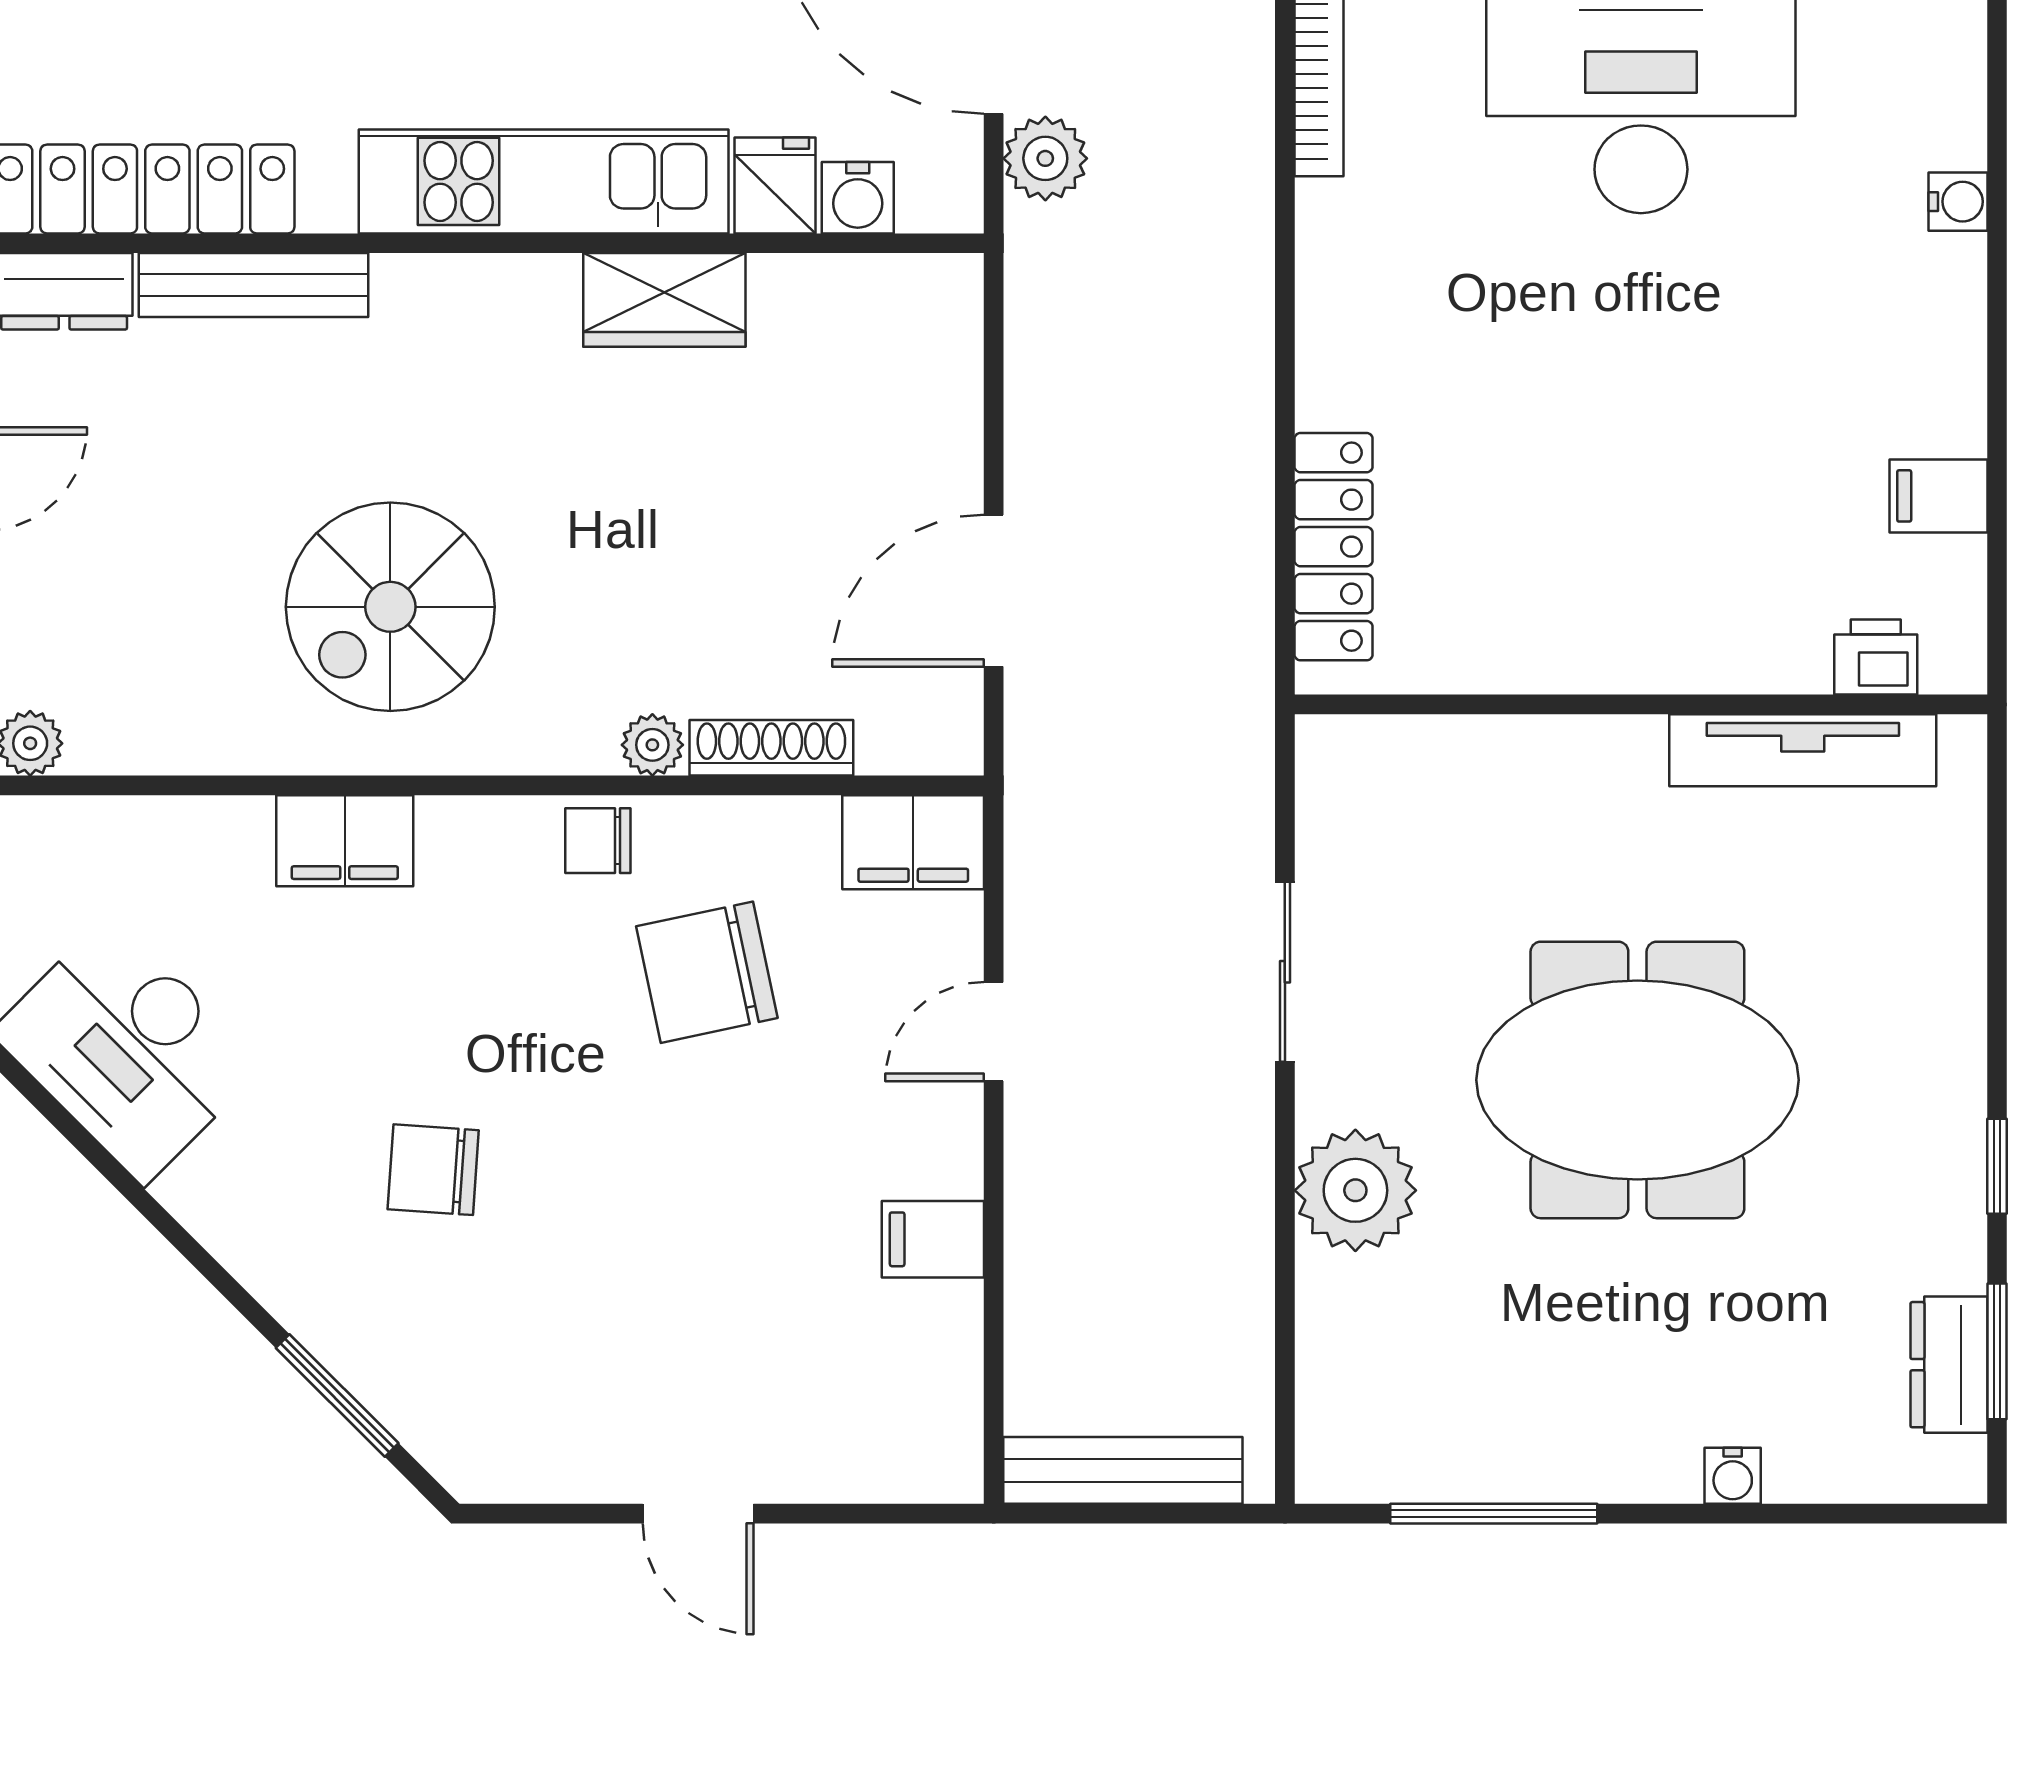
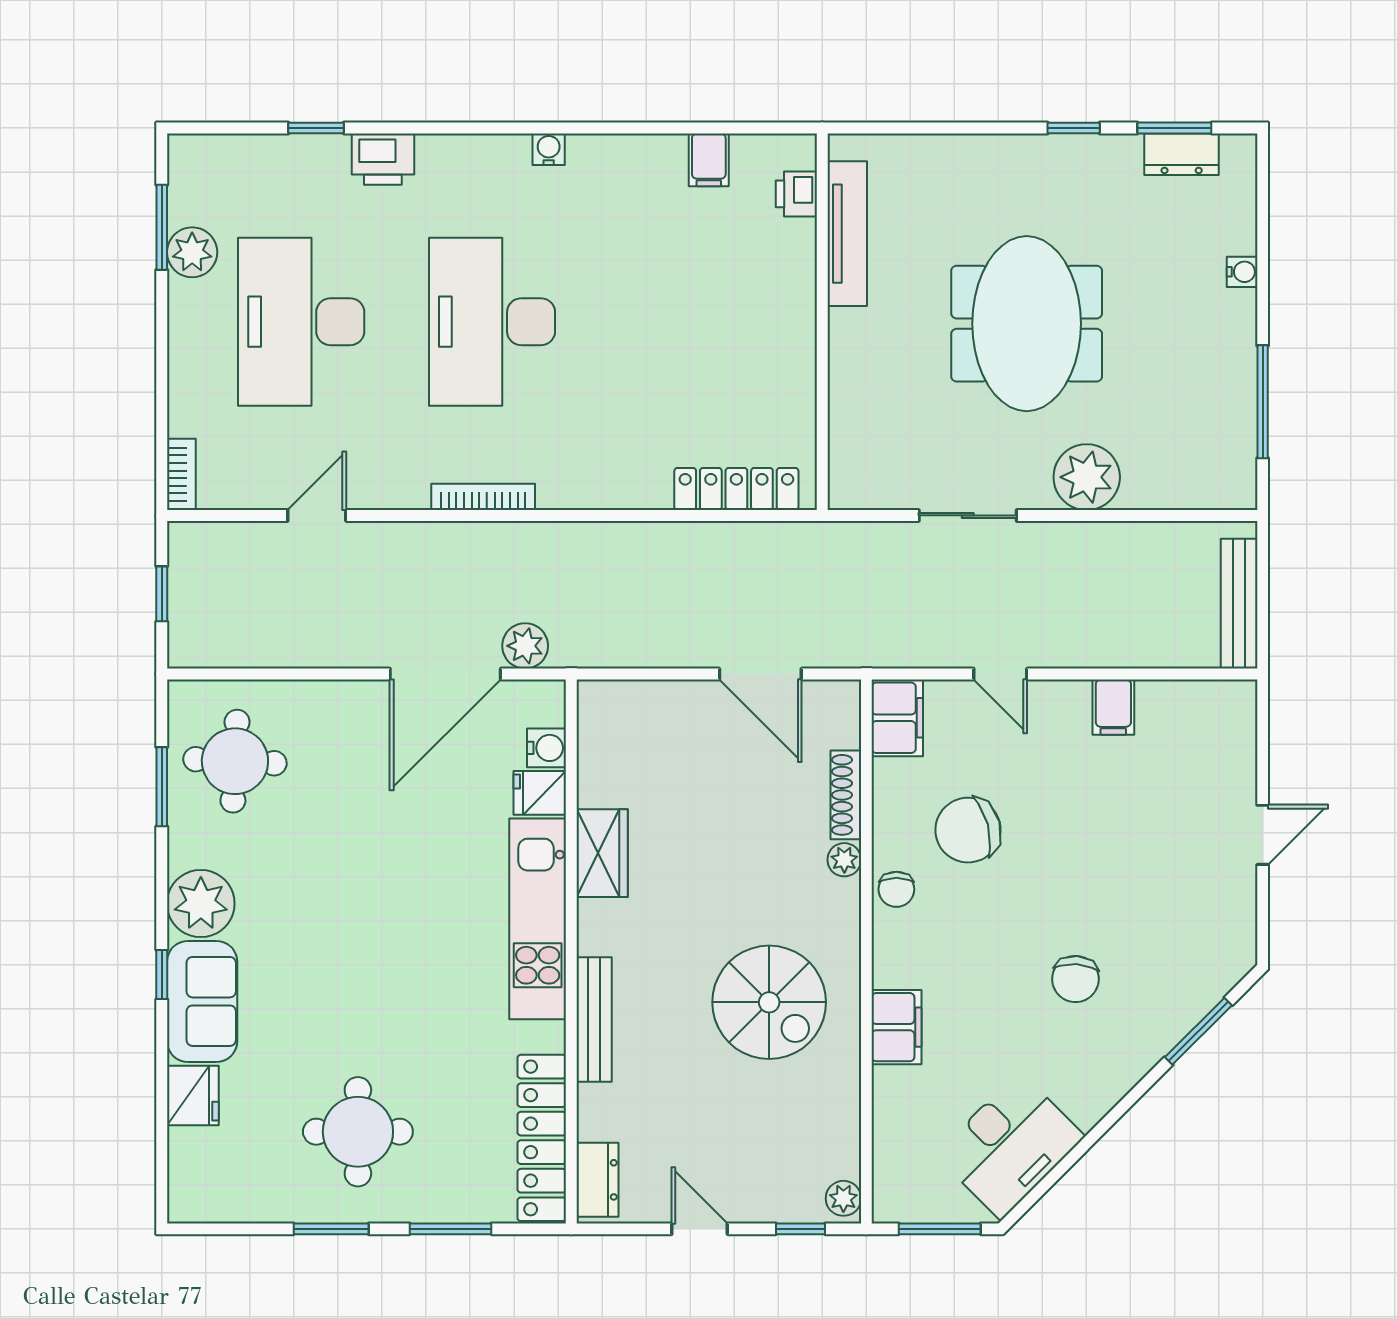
bench: (253, 285) -> (594, 1020), moved
chair: (707, 972) -> (968, 830), turned 87

